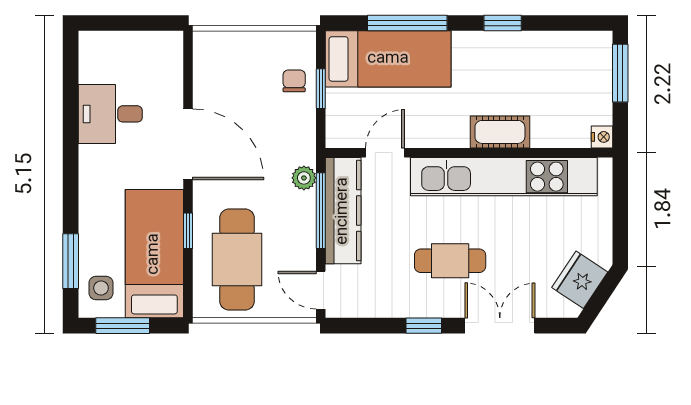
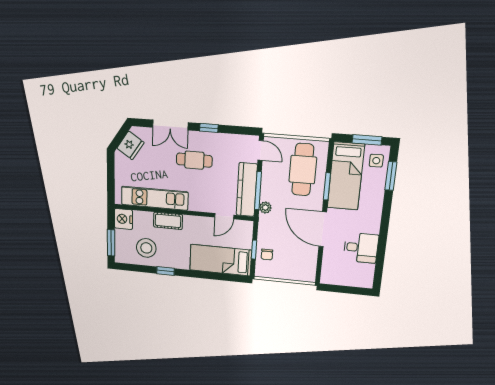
window: (407, 23) -> (211, 276), removed
stool: (545, 69) -> (146, 248), added
nightstand: (602, 137) -> (123, 219), width x1.89, depth x1.79
kitchen unit: (504, 177) -> (155, 198), width x0.73
window: (188, 231) -> (327, 186), width x1.50

